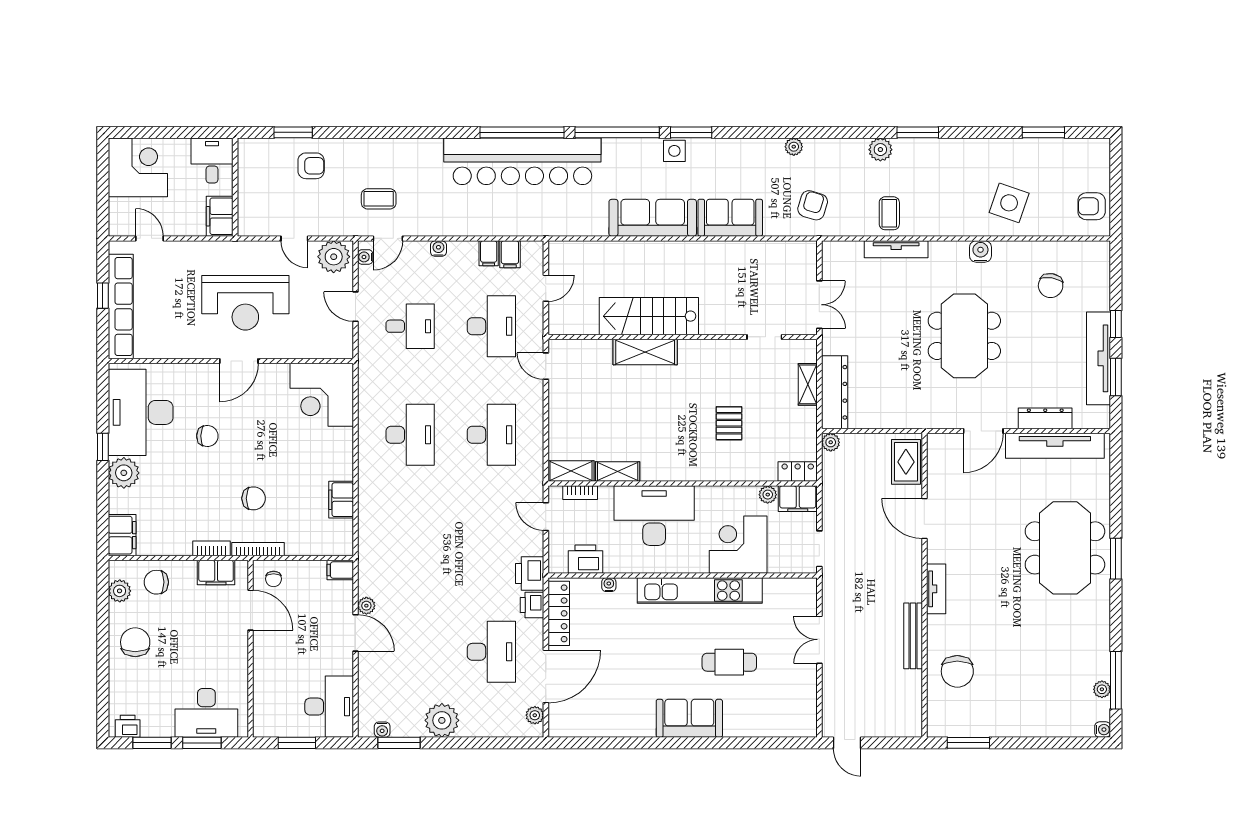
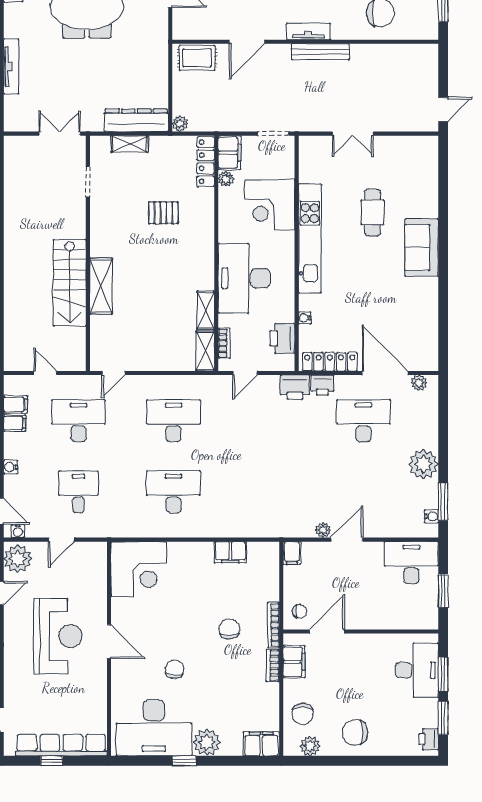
locker: (798, 471) -> (206, 162), width x1.53
bench: (913, 636) -> (320, 52), moved

